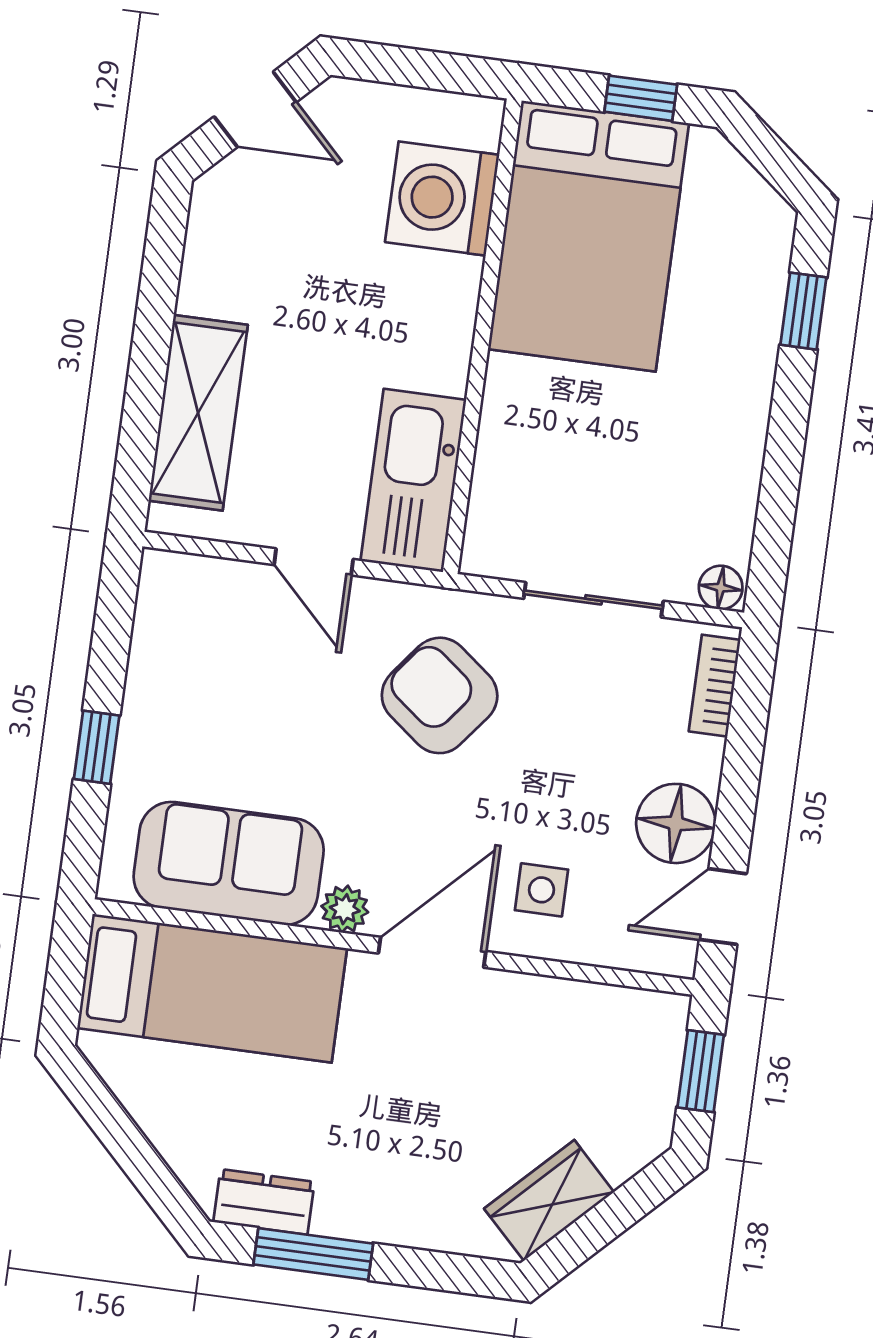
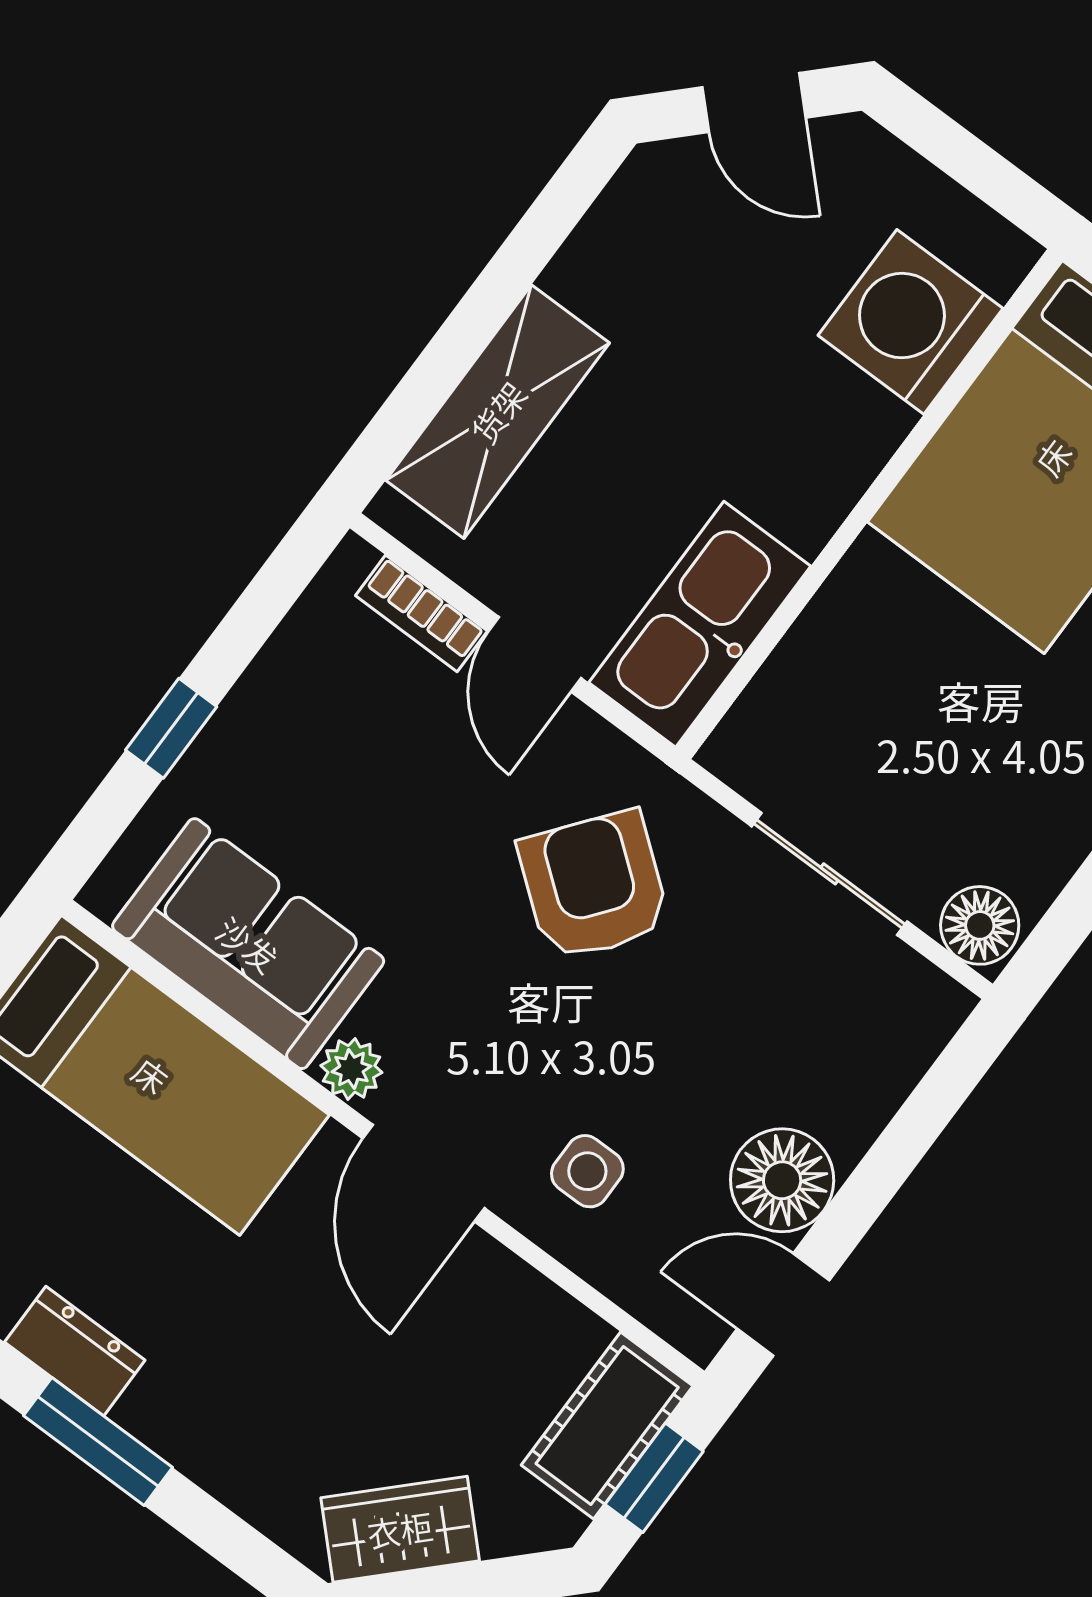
floor lamp: (721, 588) -> (980, 925), width x1.37, depth x1.37
bookcase: (715, 686) -> (421, 613), moved, turned -90
door: (432, 952) -> (424, 1173), swing flipped
cot: (650, 1053) -> (607, 1426), added

